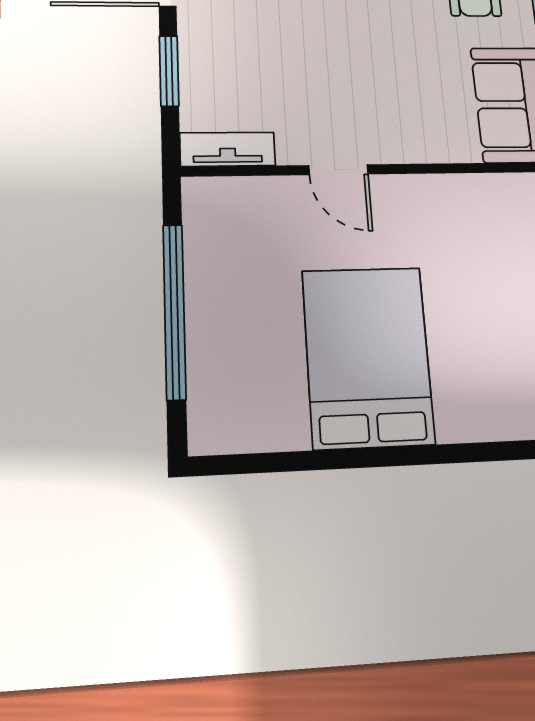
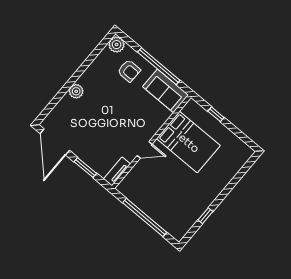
bed: (368, 356) -> (188, 142), moved, turned 180
window: (321, 460) -> (205, 216), added

